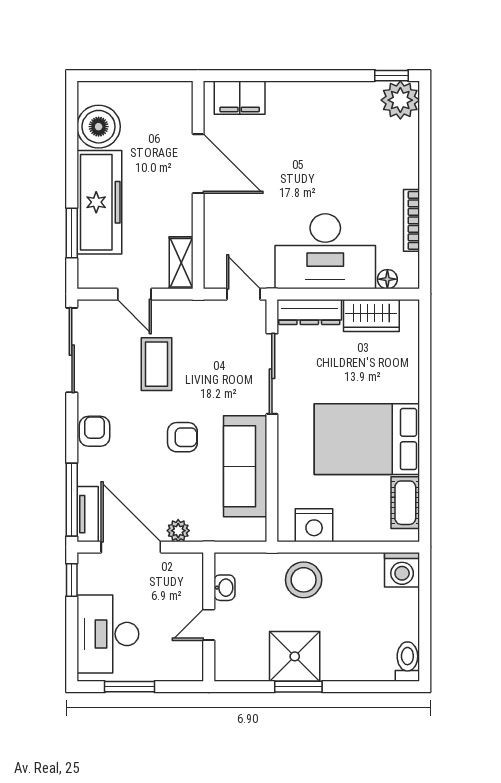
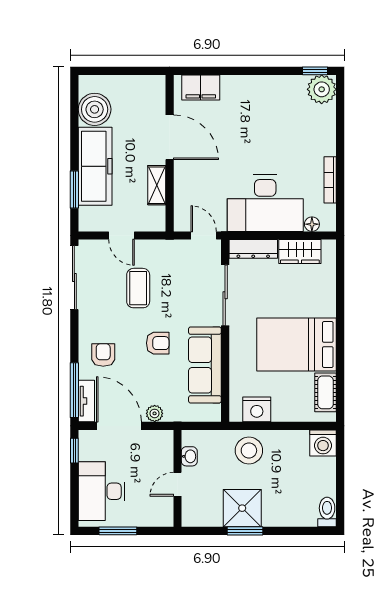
shelving: (181, 263) -> (157, 185), moved
armchair: (95, 431) -> (103, 355), moved

